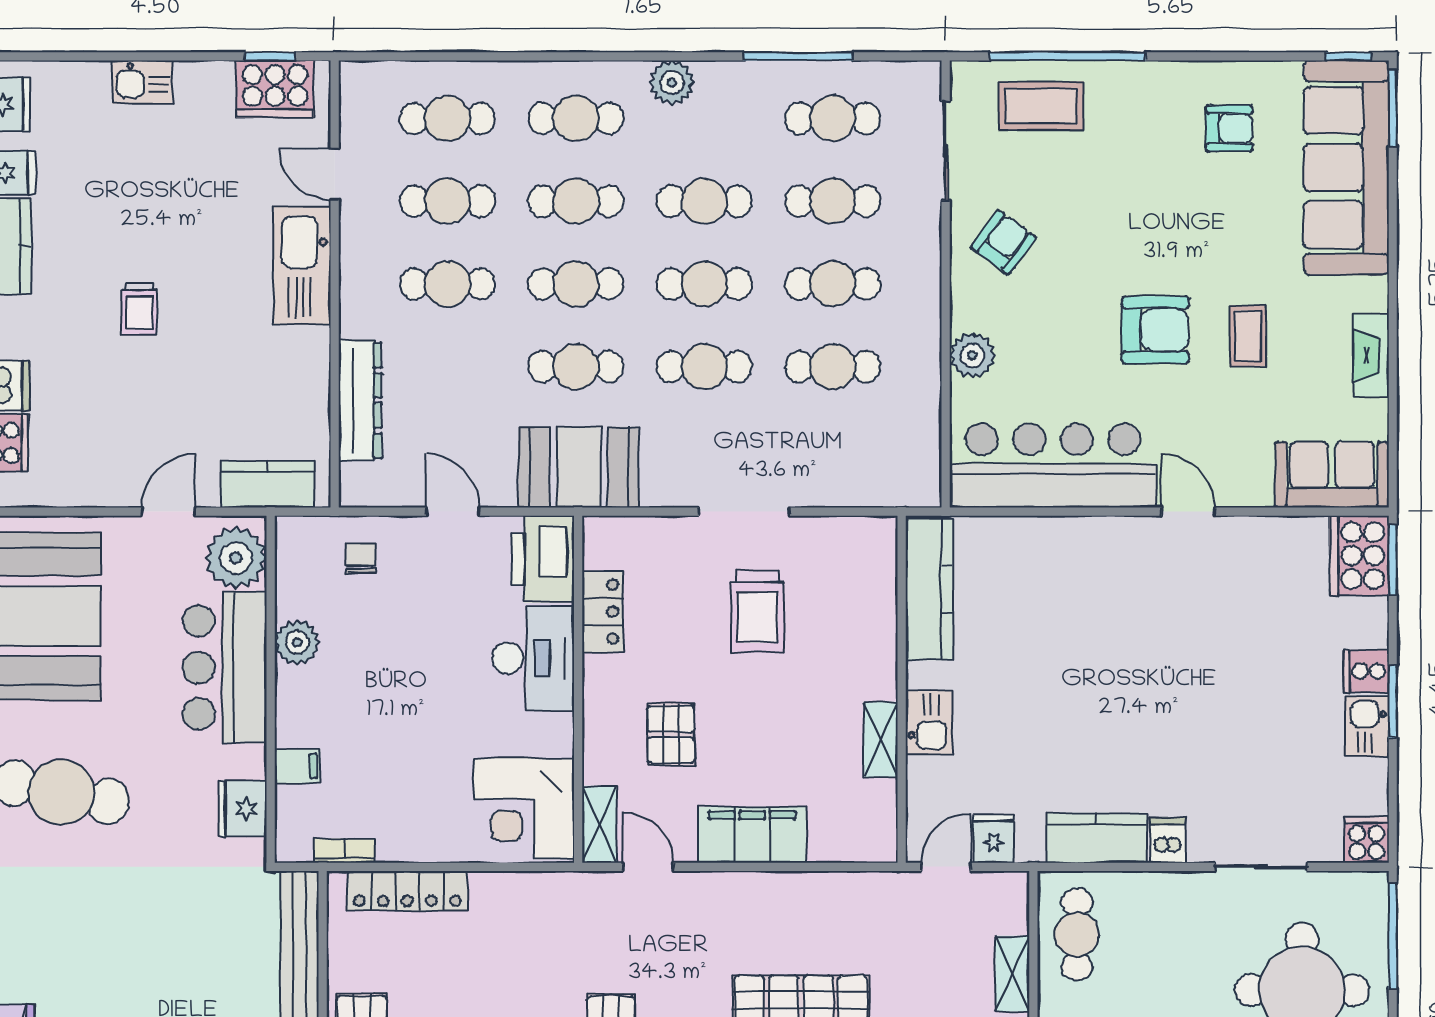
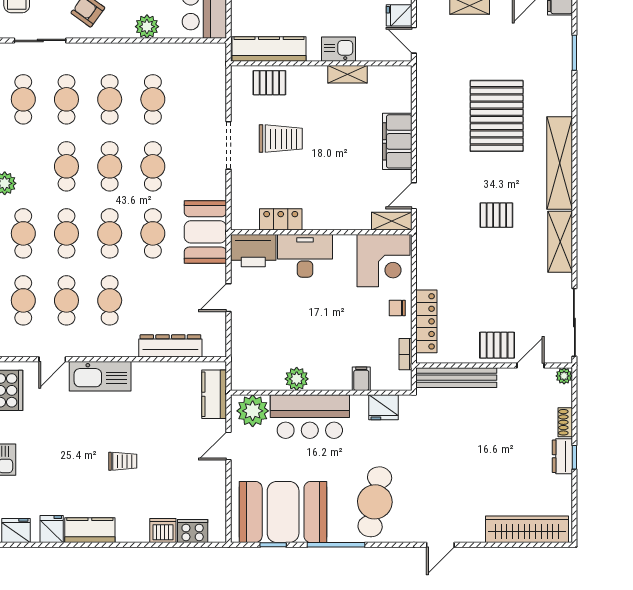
door: (168, 512) -> (228, 446), hinge flipped
chair: (361, 558) -> (397, 308), moved
pallet: (671, 735) -> (269, 83), moved

